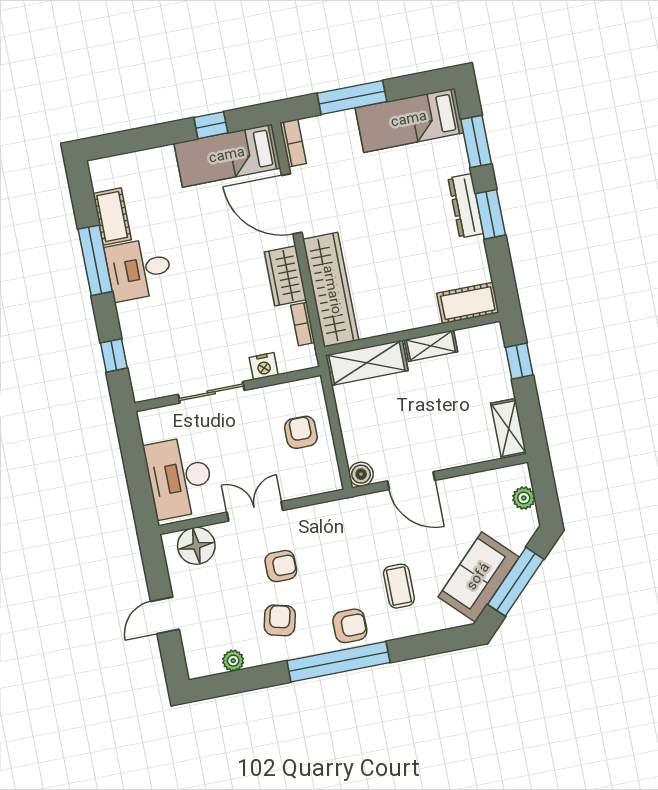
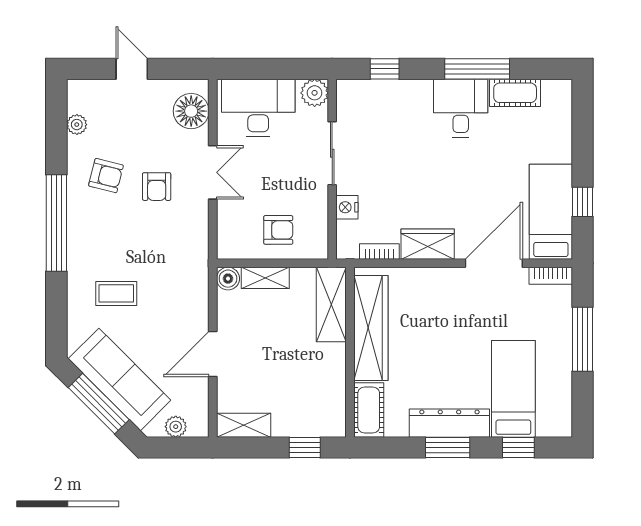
bed: (409, 120) -> (513, 389), moved
window: (476, 142) -> (518, 448), width x0.67
dresser: (466, 206) -> (449, 423), width x1.37, depth x1.24
wardrobe: (331, 290) -> (371, 328), moved, turned -90
shelving: (431, 346) -> (265, 278), moved, turned 90
plant: (153, 423) -> (315, 93), added
door: (411, 481) -> (213, 354), moved
sofa: (479, 577) -> (120, 379), width x1.36
armchair: (350, 626) -> (88, 240), removed

